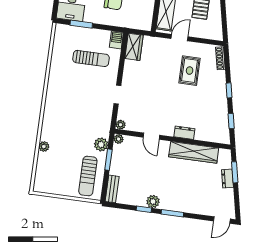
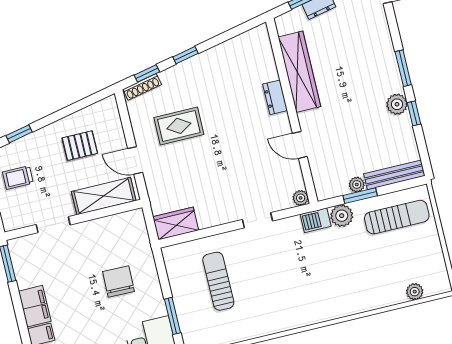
barbecue: (116, 40) -> (316, 220), moved
window: (231, 121) -> (147, 73), moved
door: (151, 136) -> (300, 145), swing flipped
plant: (119, 139) -> (357, 185), moved
plant: (44, 146) -> (415, 292), moved
bench: (112, 189) -> (394, 175), width x1.36

